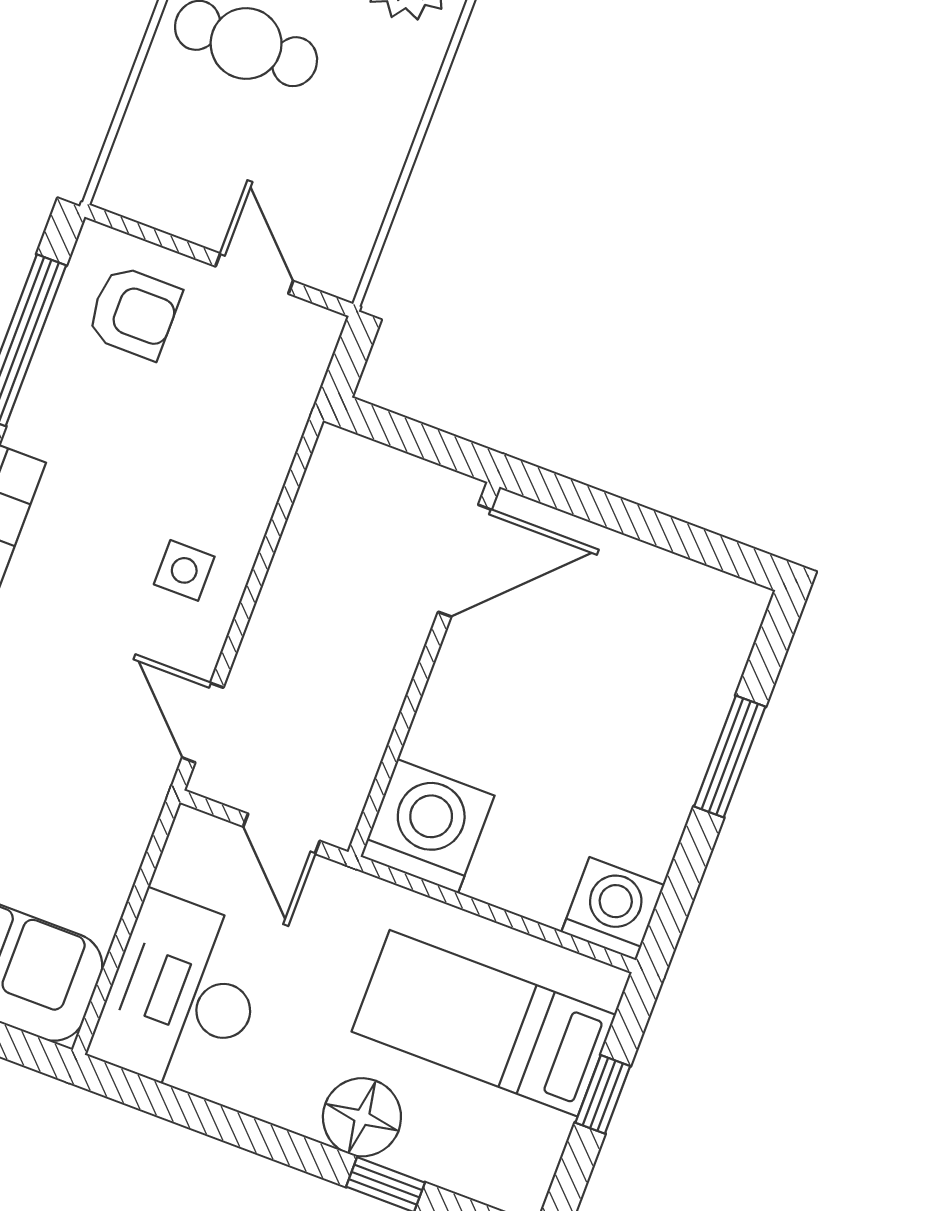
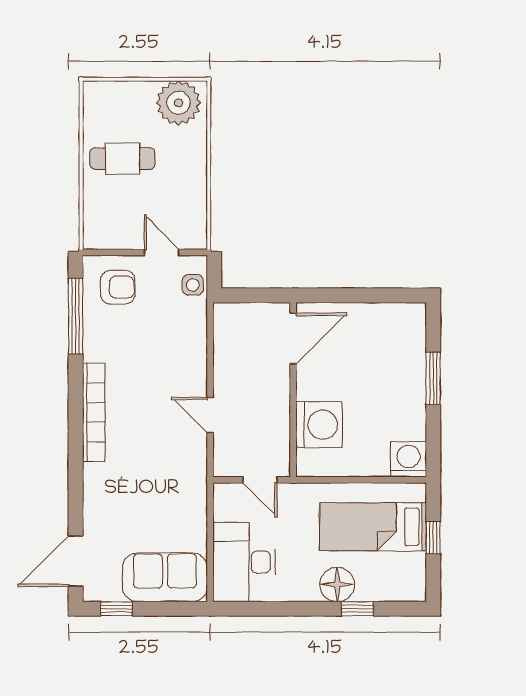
side table: (184, 570) -> (193, 285), moved
door: (203, 723) -> (210, 415), moved
washing machine: (427, 826) -> (319, 425), moved, turned 90

